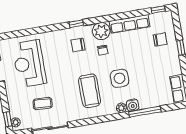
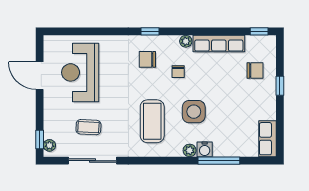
plant: (101, 31) -> (186, 41), width x0.53, depth x0.53

